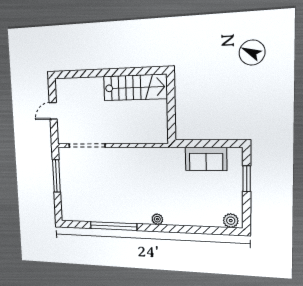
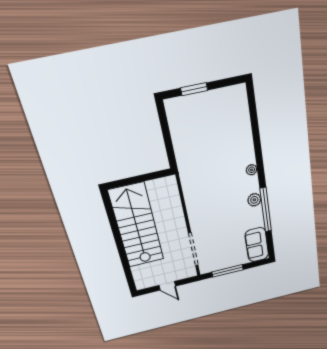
stairs: (135, 87) -> (137, 226), width x1.36, depth x1.51
sofa: (206, 159) -> (257, 245), moved, turned 180
plant: (231, 221) -> (254, 200), moved

